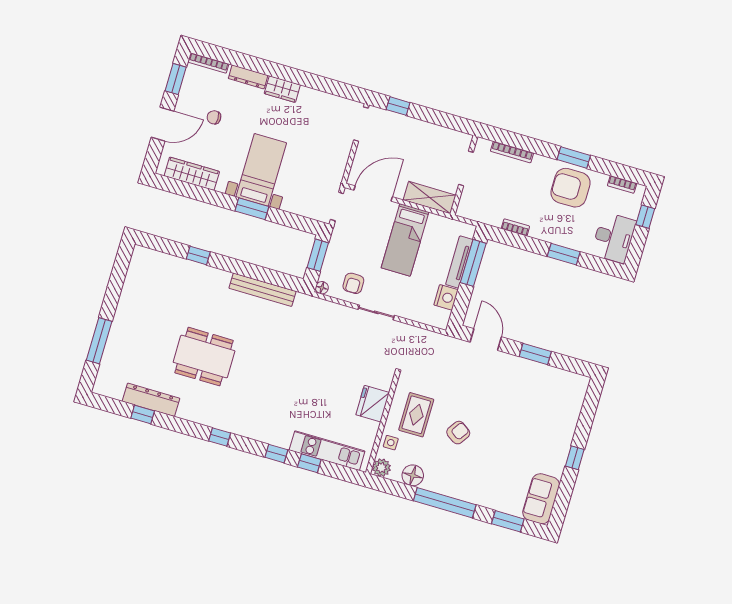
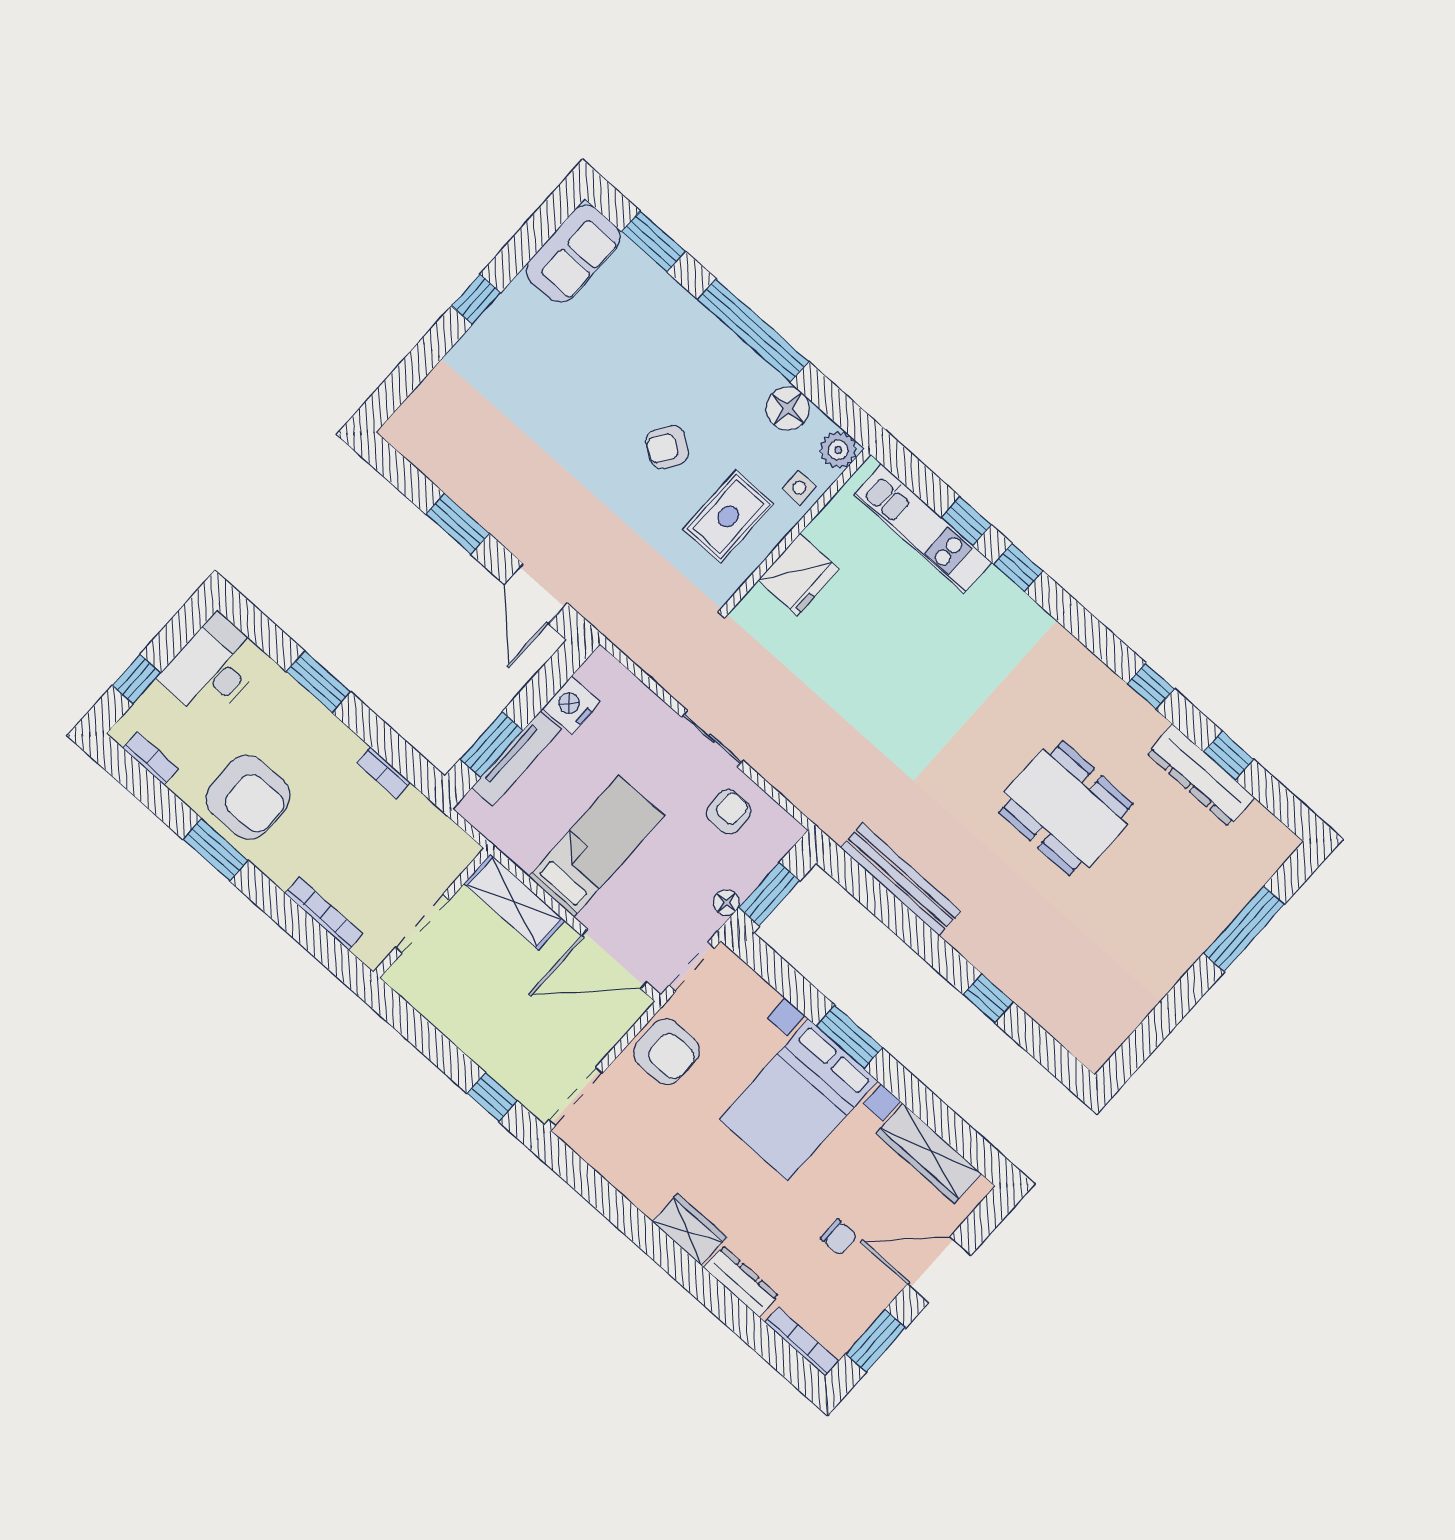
armchair: (330, 163) -> (666, 1052), added
bed with nightstands: (261, 170) -> (798, 1100), width x1.36
window: (473, 263) -> (492, 745), width x0.69
floor lamp: (322, 288) -> (726, 903), moved
window: (220, 437) -> (1151, 686), moved

